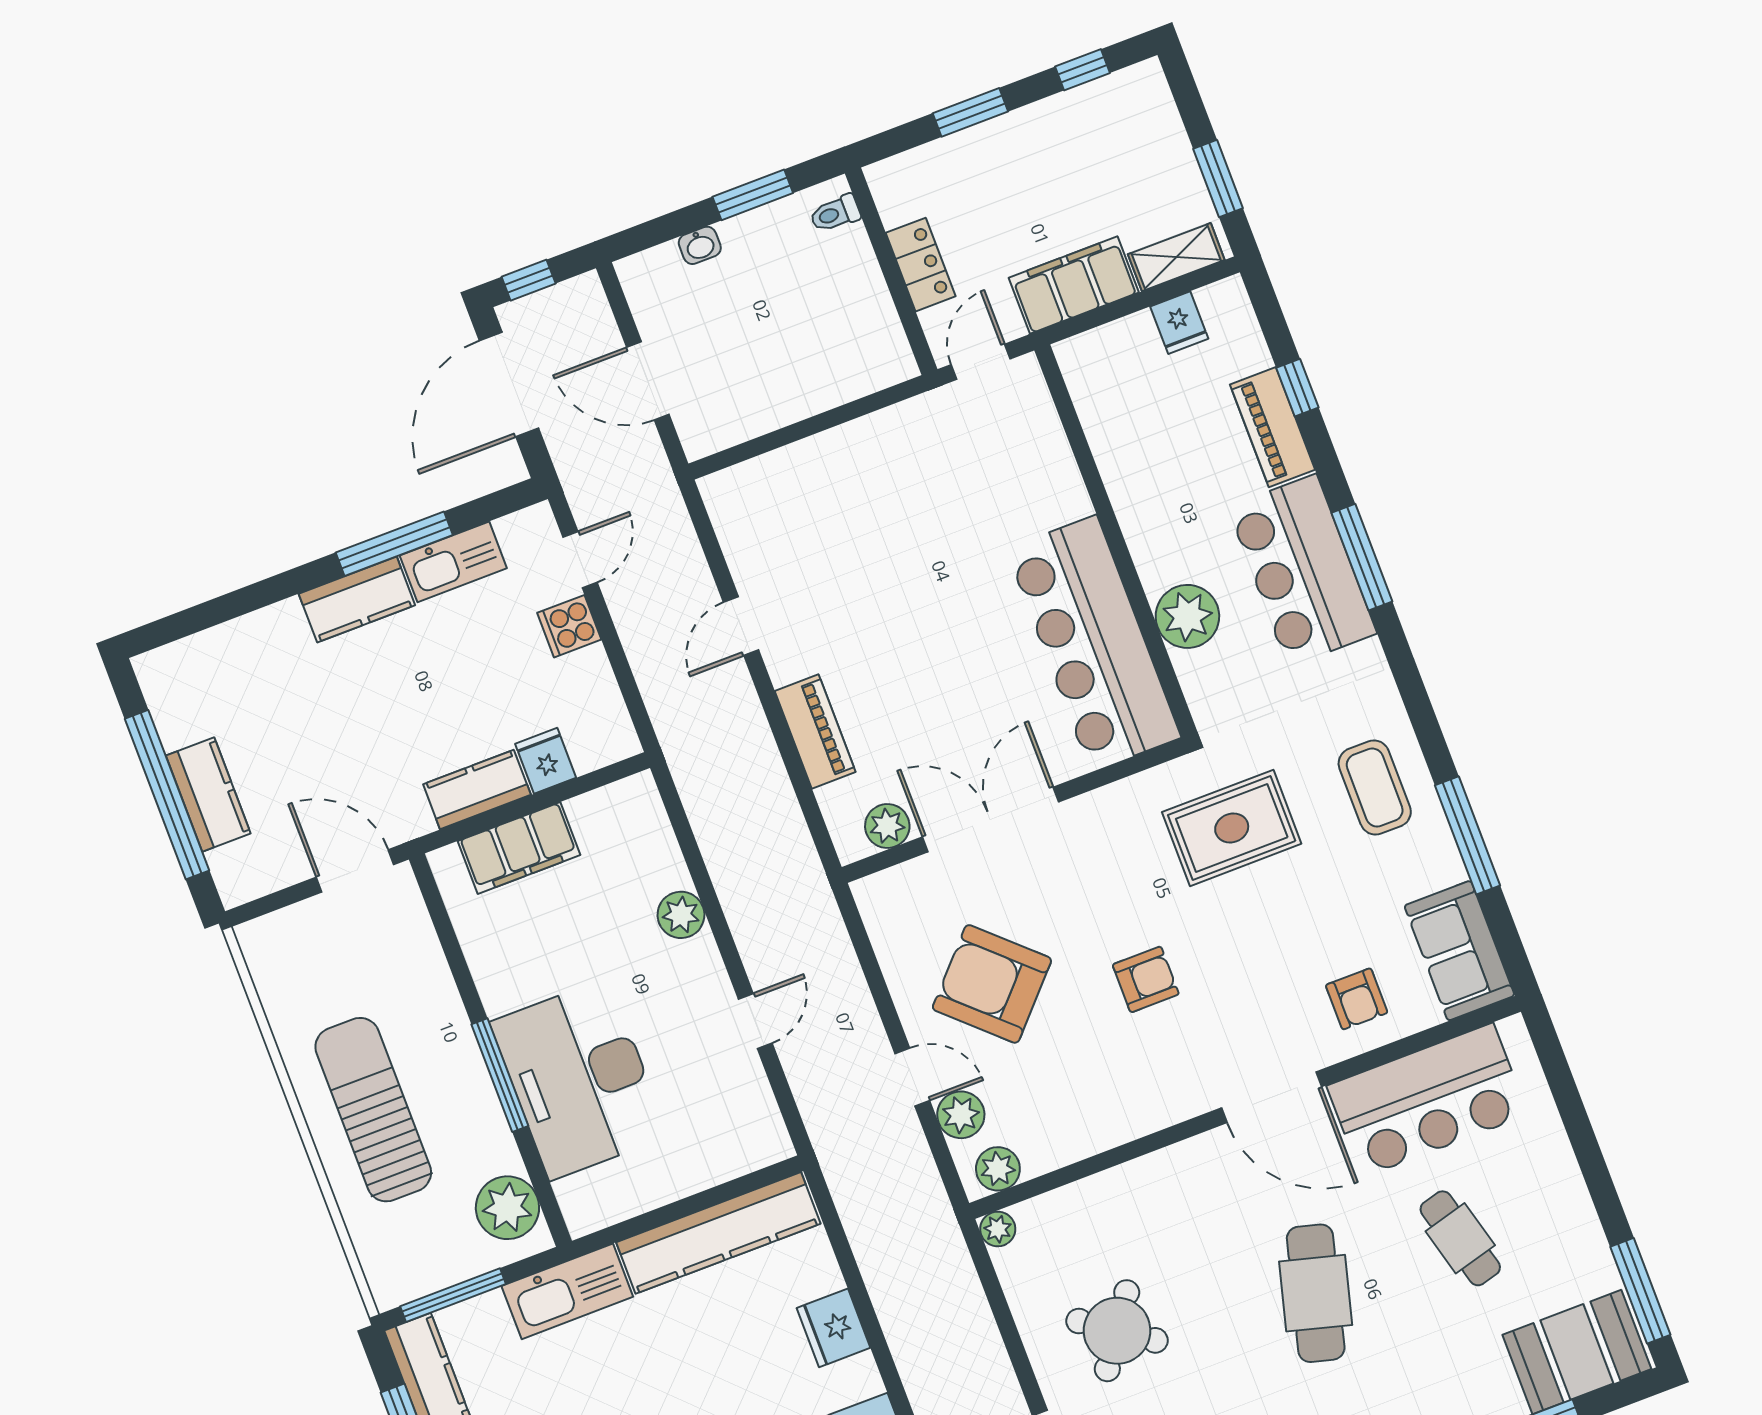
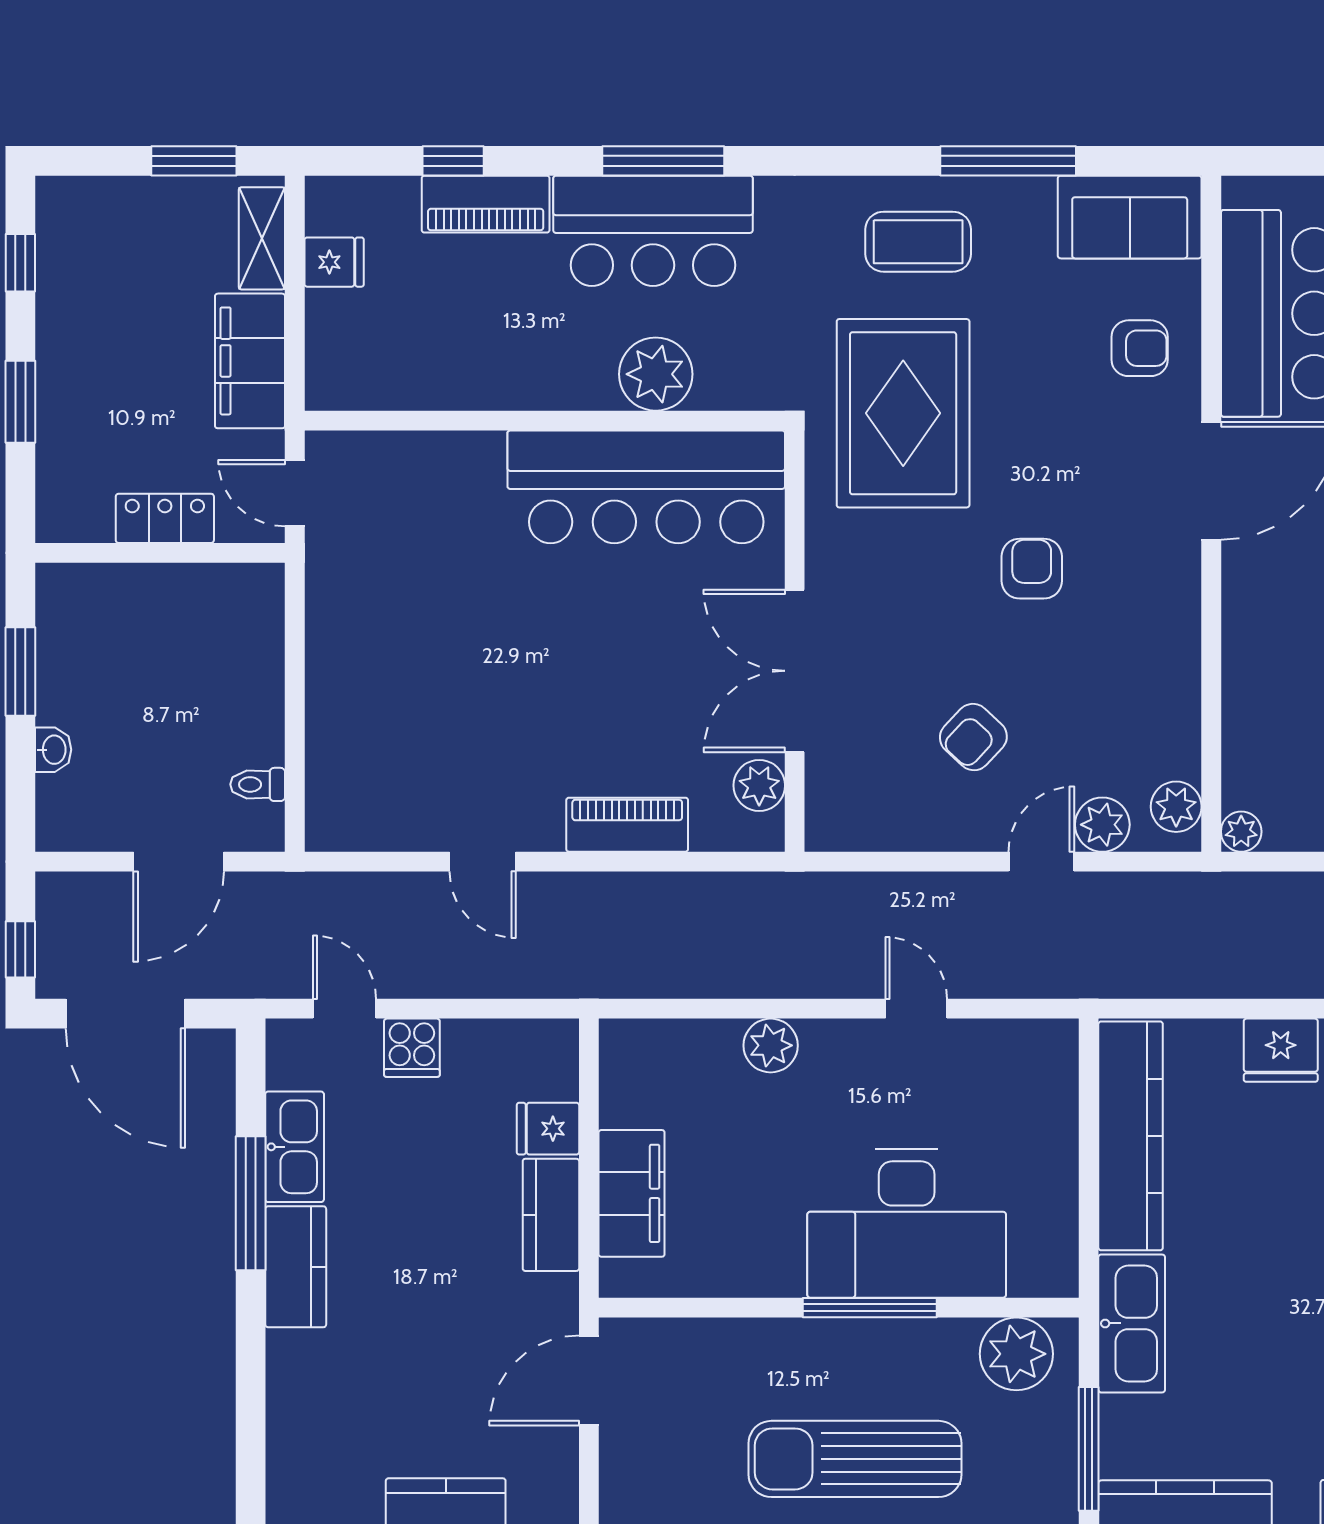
toilet: (835, 214) -> (258, 784), moved, turned 90
rug: (1232, 828) -> (903, 413), width x1.37, depth x1.44
armchair: (992, 984) -> (973, 737), width x0.53, depth x0.53

